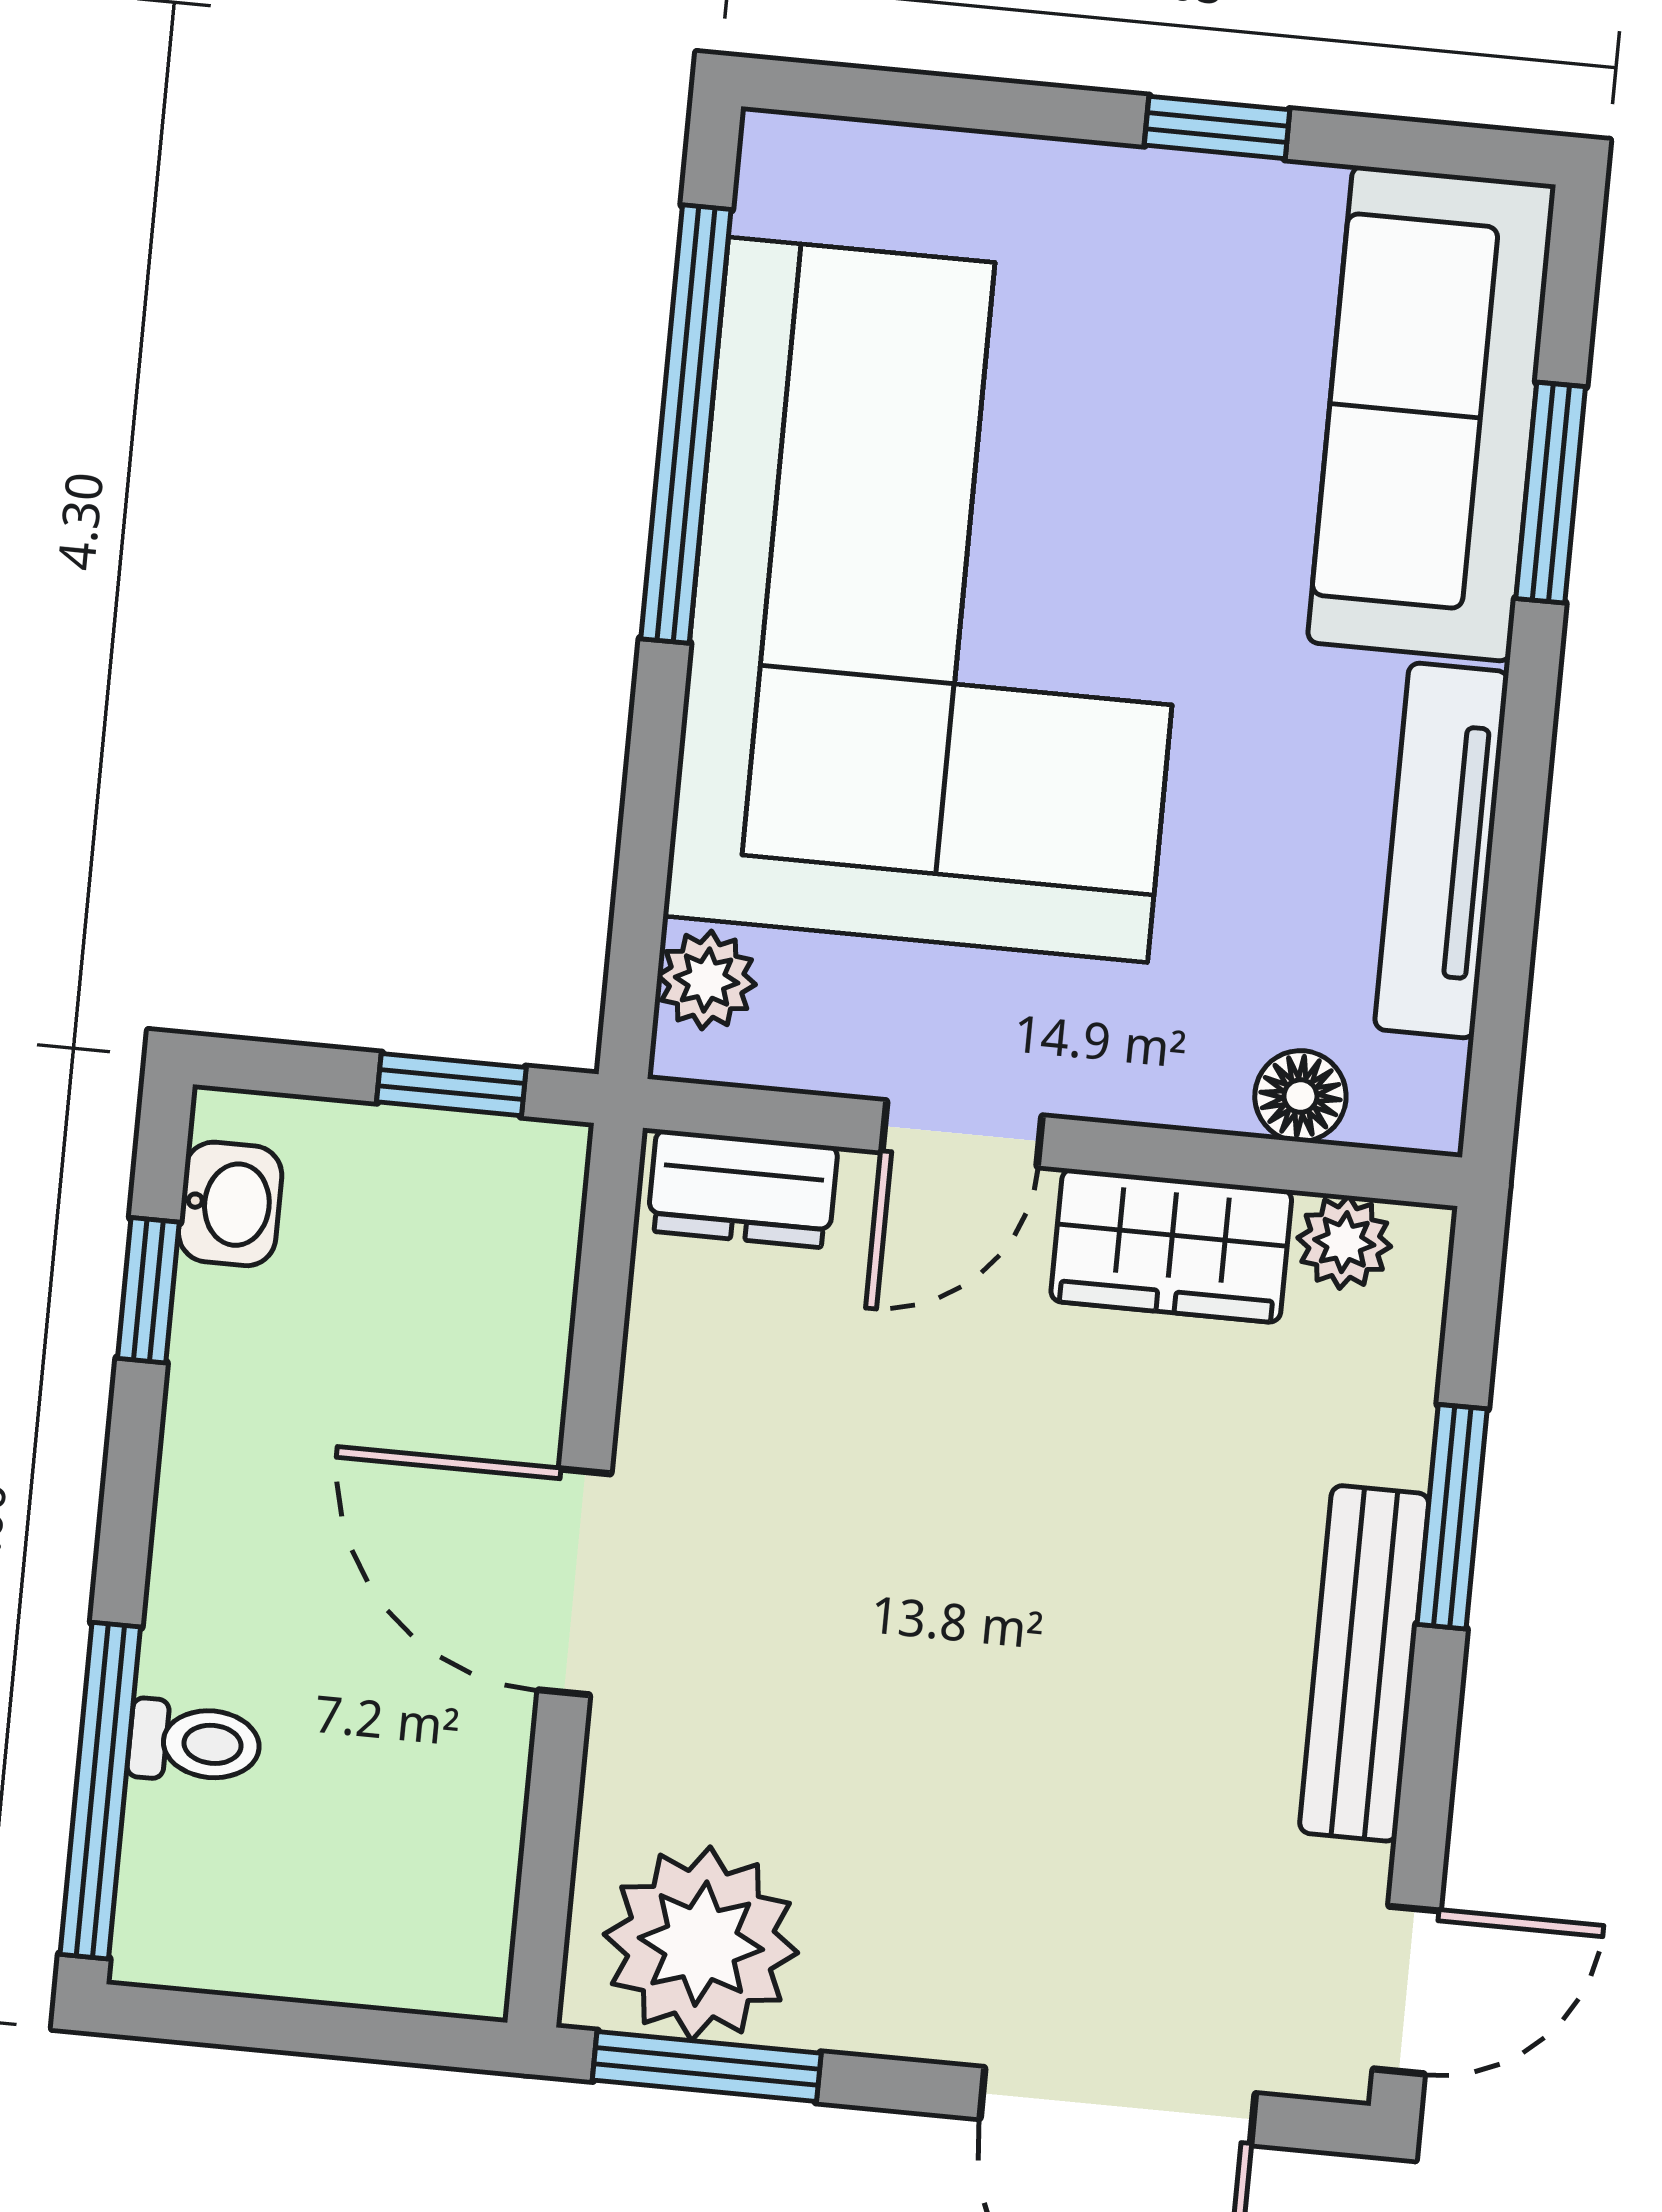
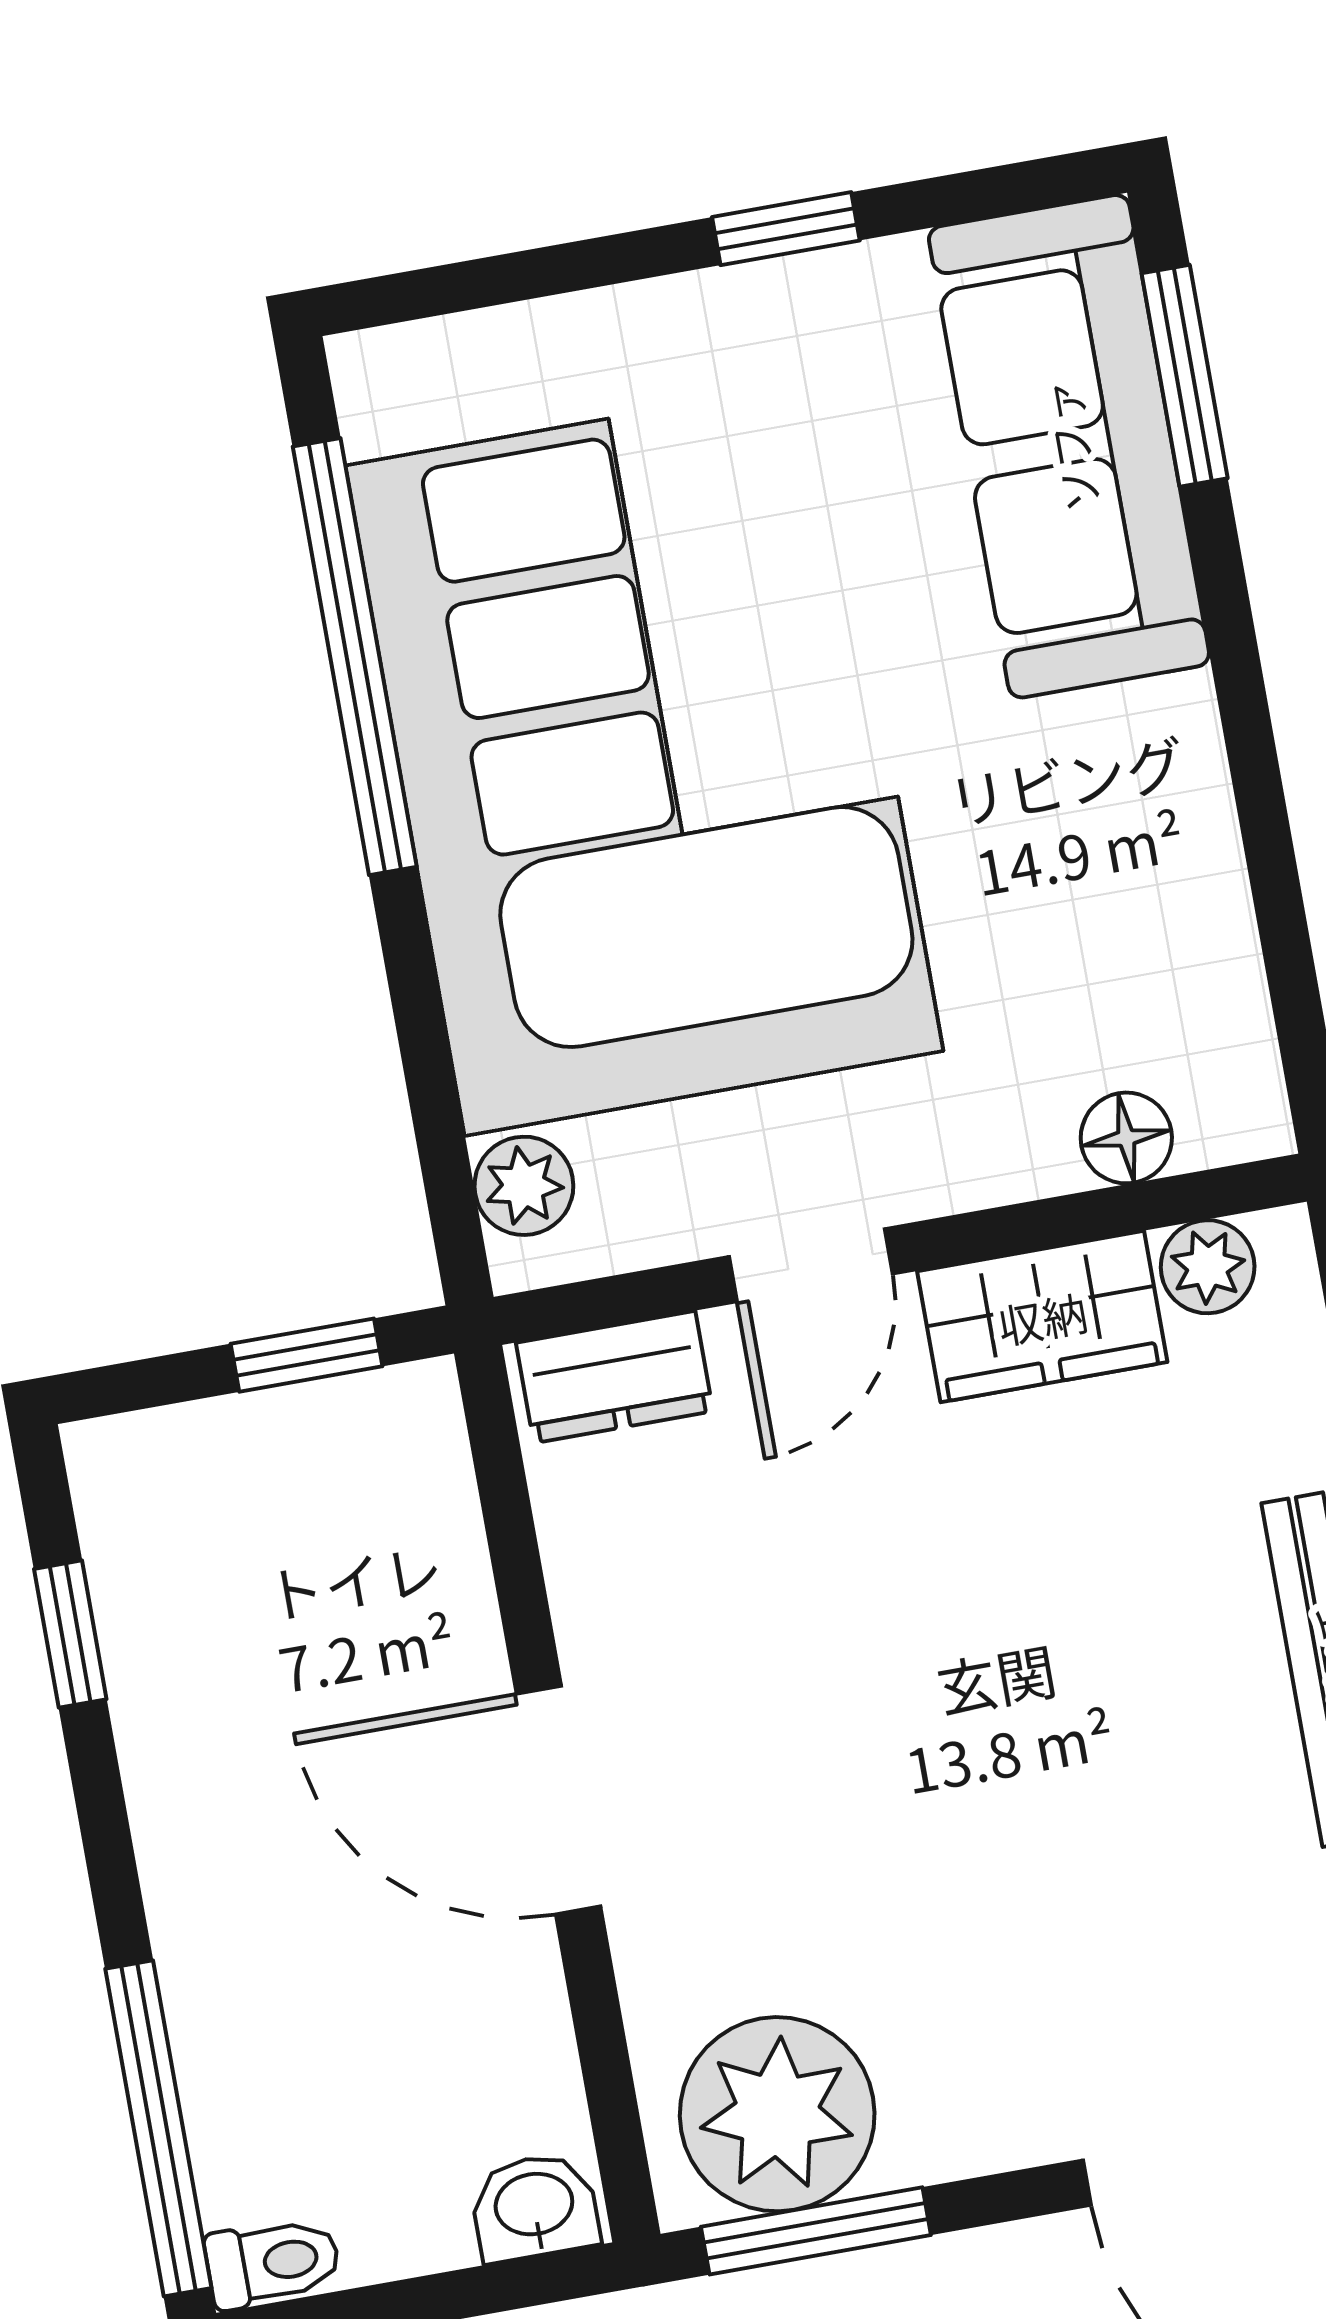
window: (1551, 493) -> (1185, 376), moved
tv unit: (1442, 851) -> (1196, 864), removed
washbasin: (230, 1204) -> (534, 2207), moved, turned -90
toilet: (194, 1743) -> (273, 2263), moved

